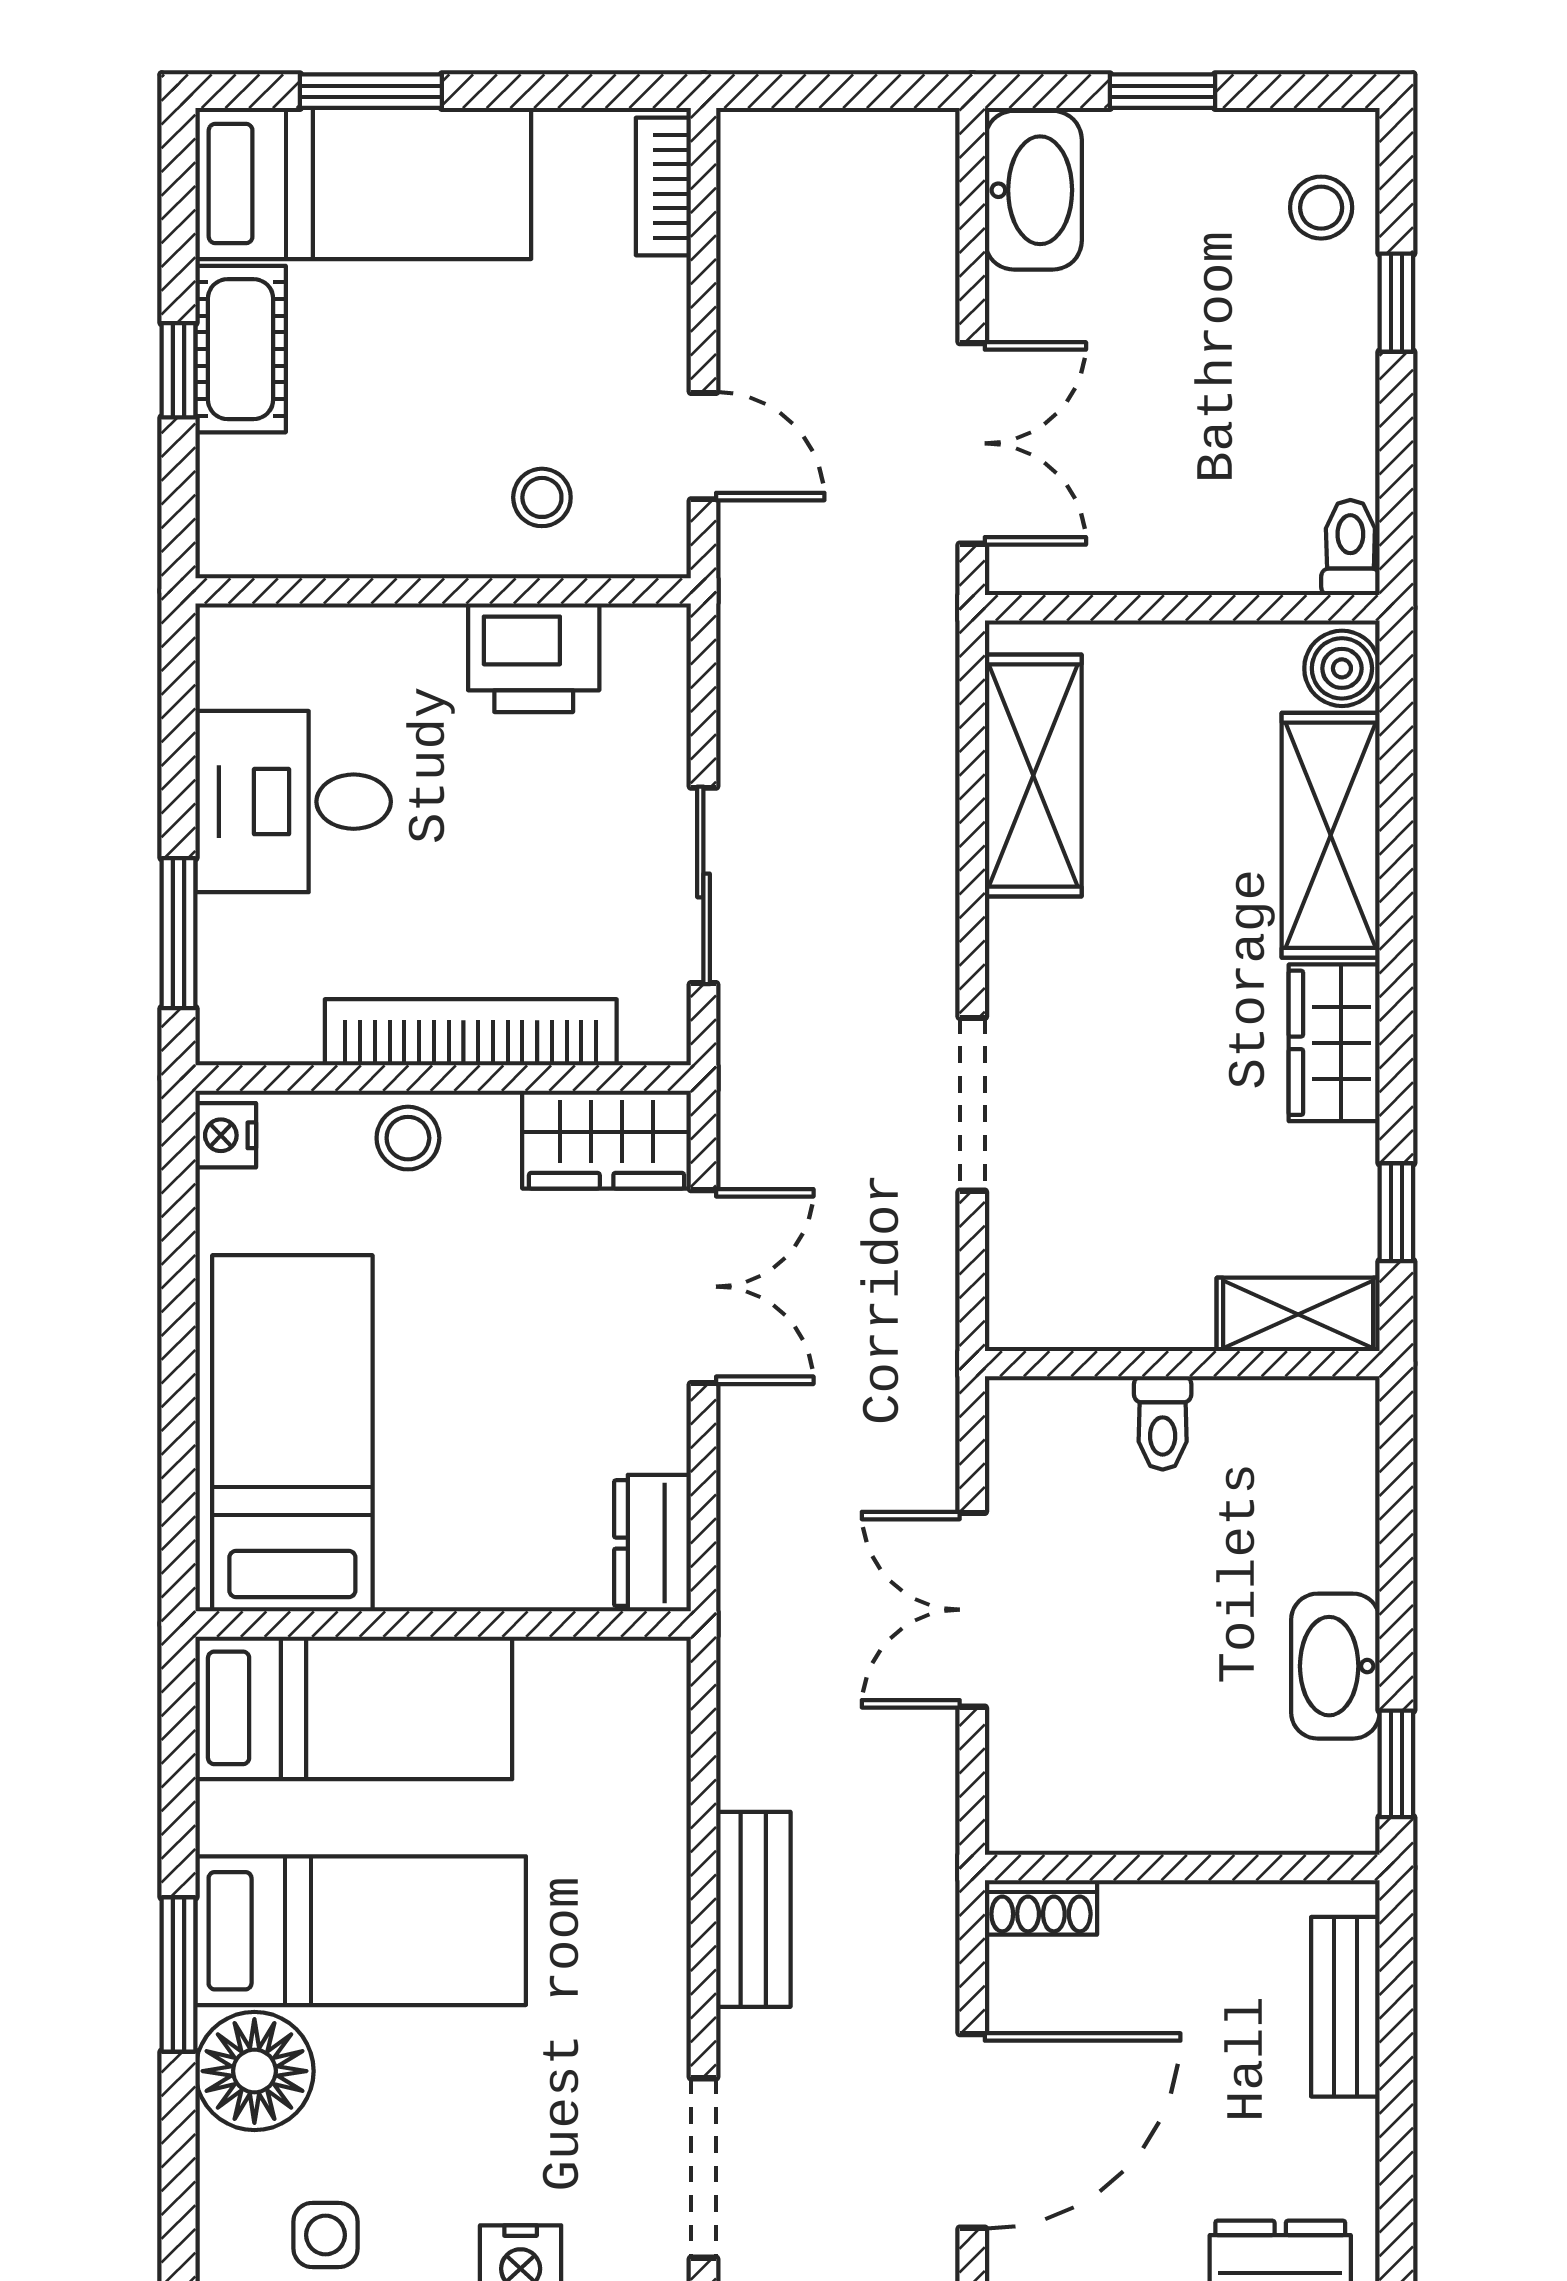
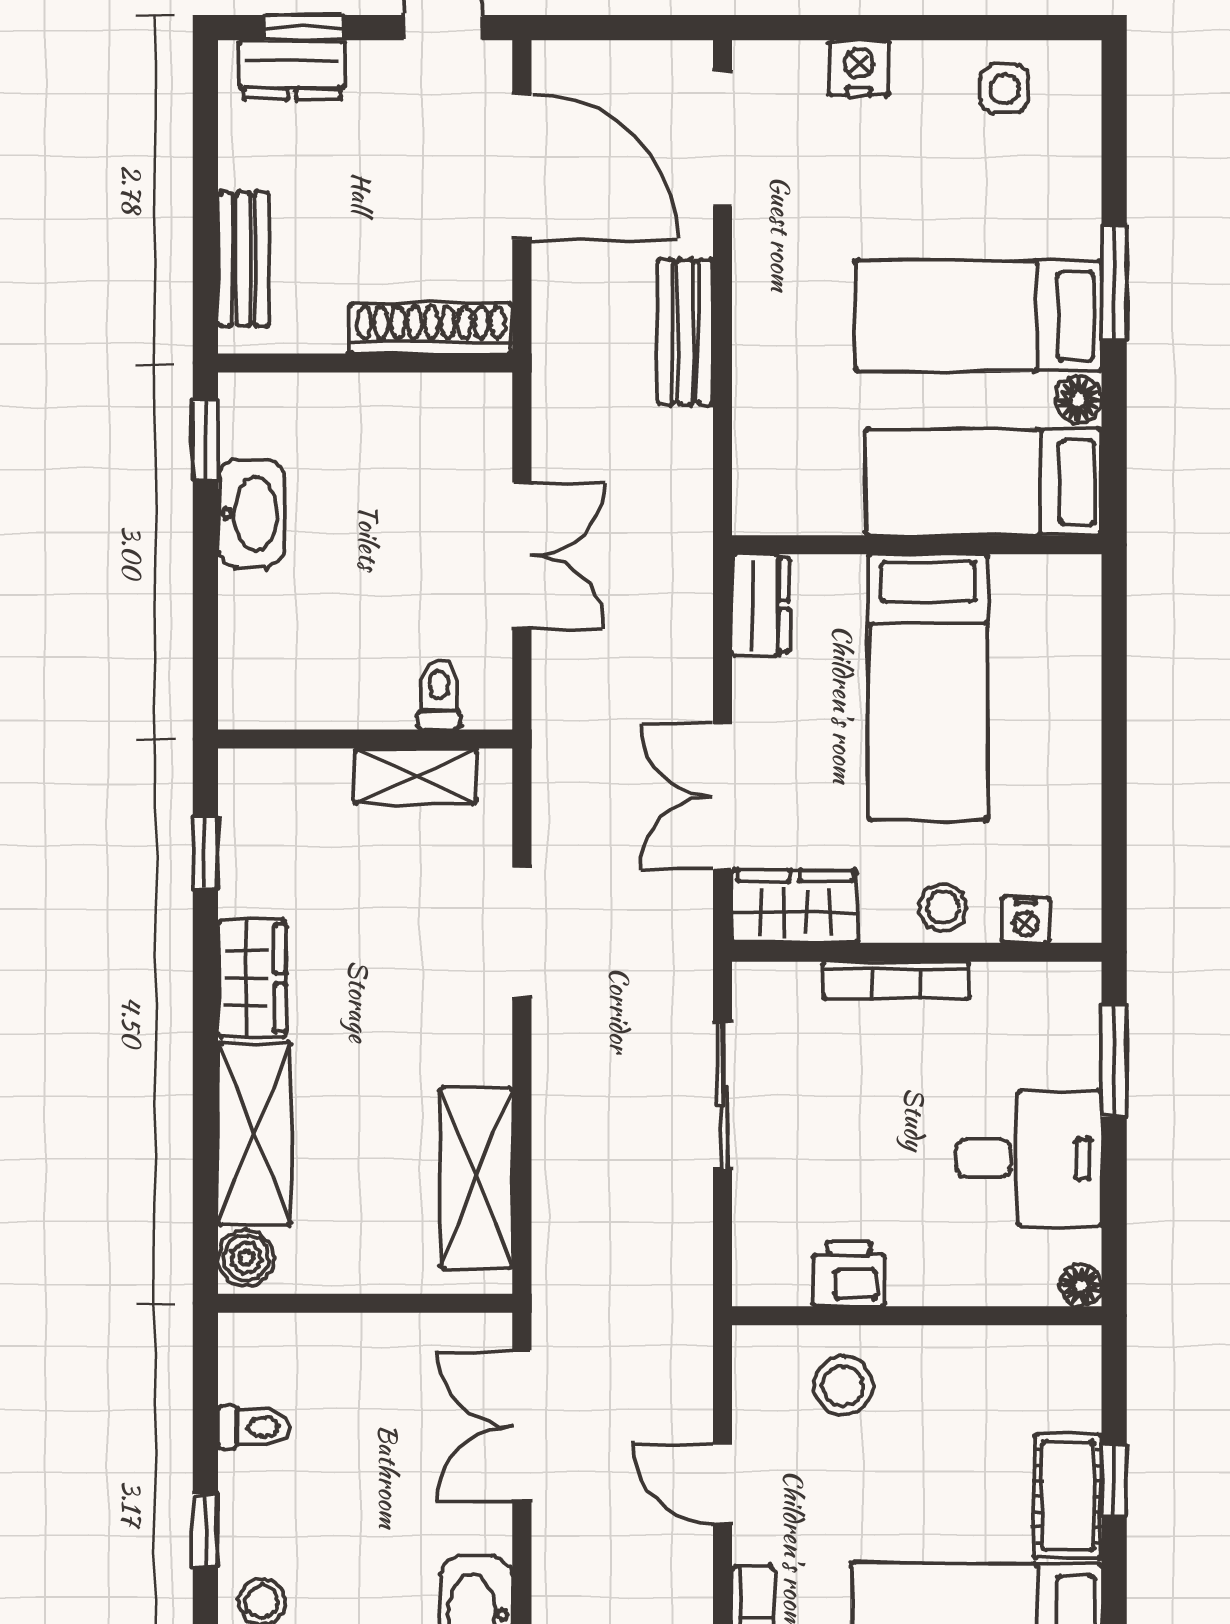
door: (703, 446) -> (722, 1484), moved
stool: (542, 497) -> (843, 1385), width x1.37, depth x1.37
toilet: (1350, 548) -> (253, 1427), moved, turned -90
floor lamp: (223, 631) -> (1081, 1286), added
printer: (534, 658) -> (849, 1274), width x0.73, depth x0.81
bookcase: (471, 1032) -> (896, 980), width x0.68, depth x0.76
nightstand: (226, 1135) -> (1026, 920), moved, turned 90
shelving: (1298, 1314) -> (415, 776), moved
toilet: (1163, 1423) -> (439, 695), moved
bed: (292, 1433) -> (928, 687), moved
shoe rack: (1041, 1907) -> (431, 328), width x1.94, depth x1.24
floor lamp: (254, 2071) -> (1078, 400), moved, width x0.53, depth x0.53
door: (972, 2131) -> (522, 166), swing flipped

